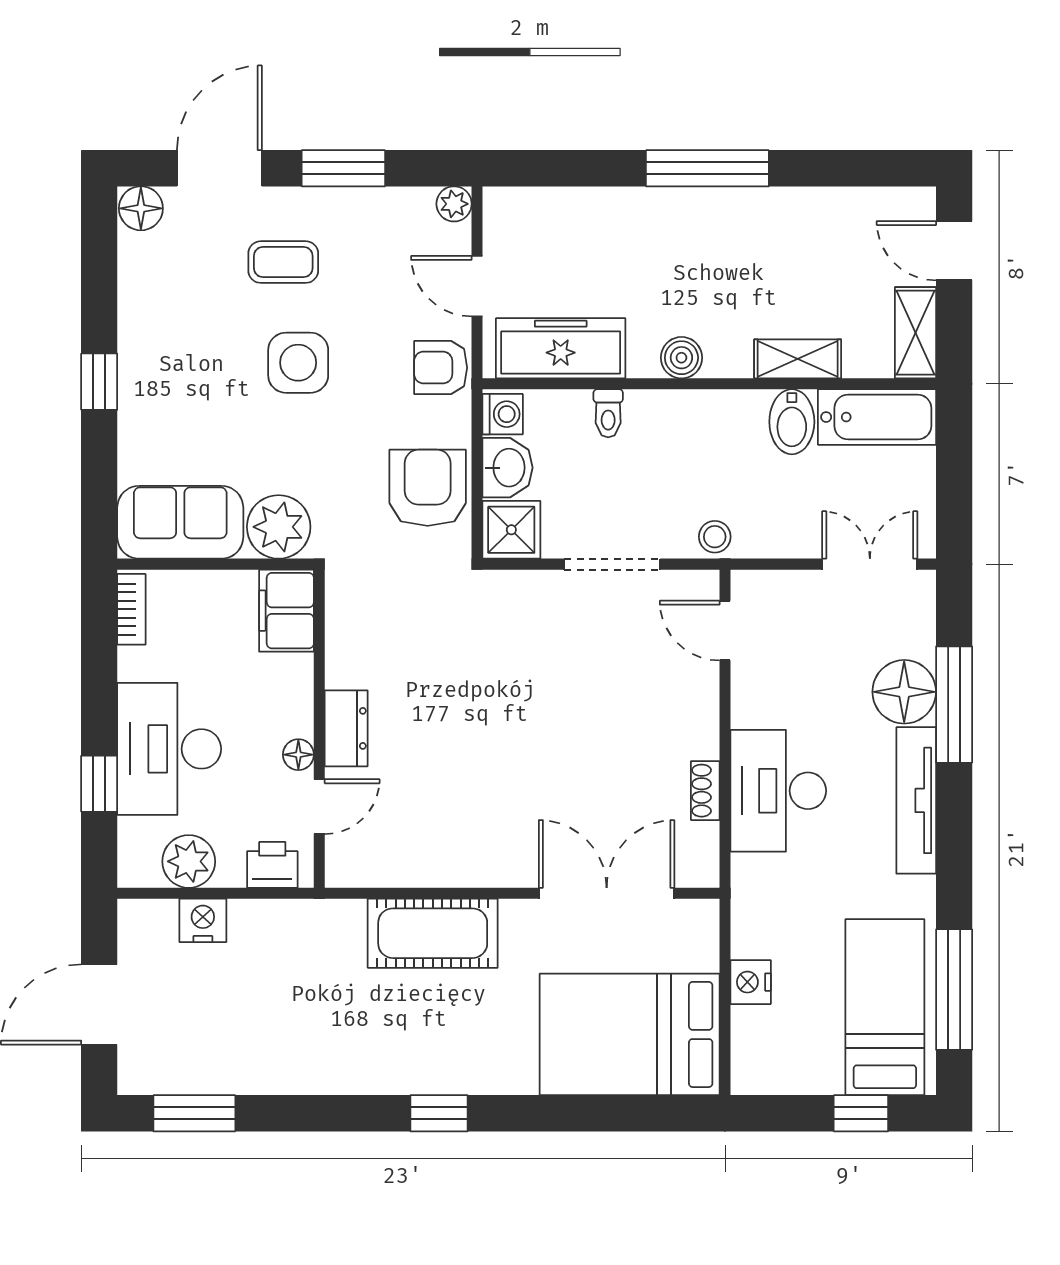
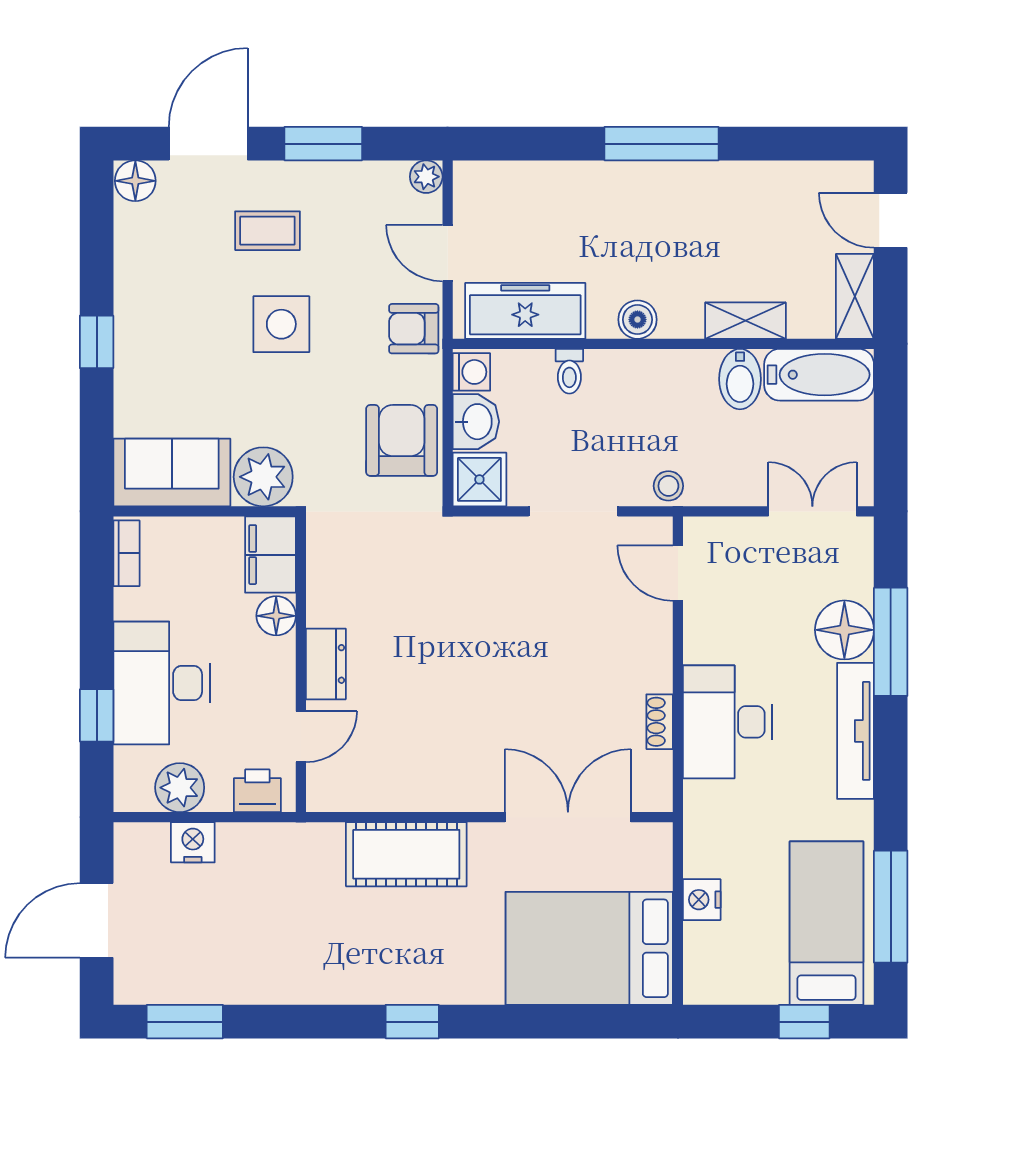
floor lamp: (298, 755) -> (276, 616), moved, width x1.37, depth x1.37

